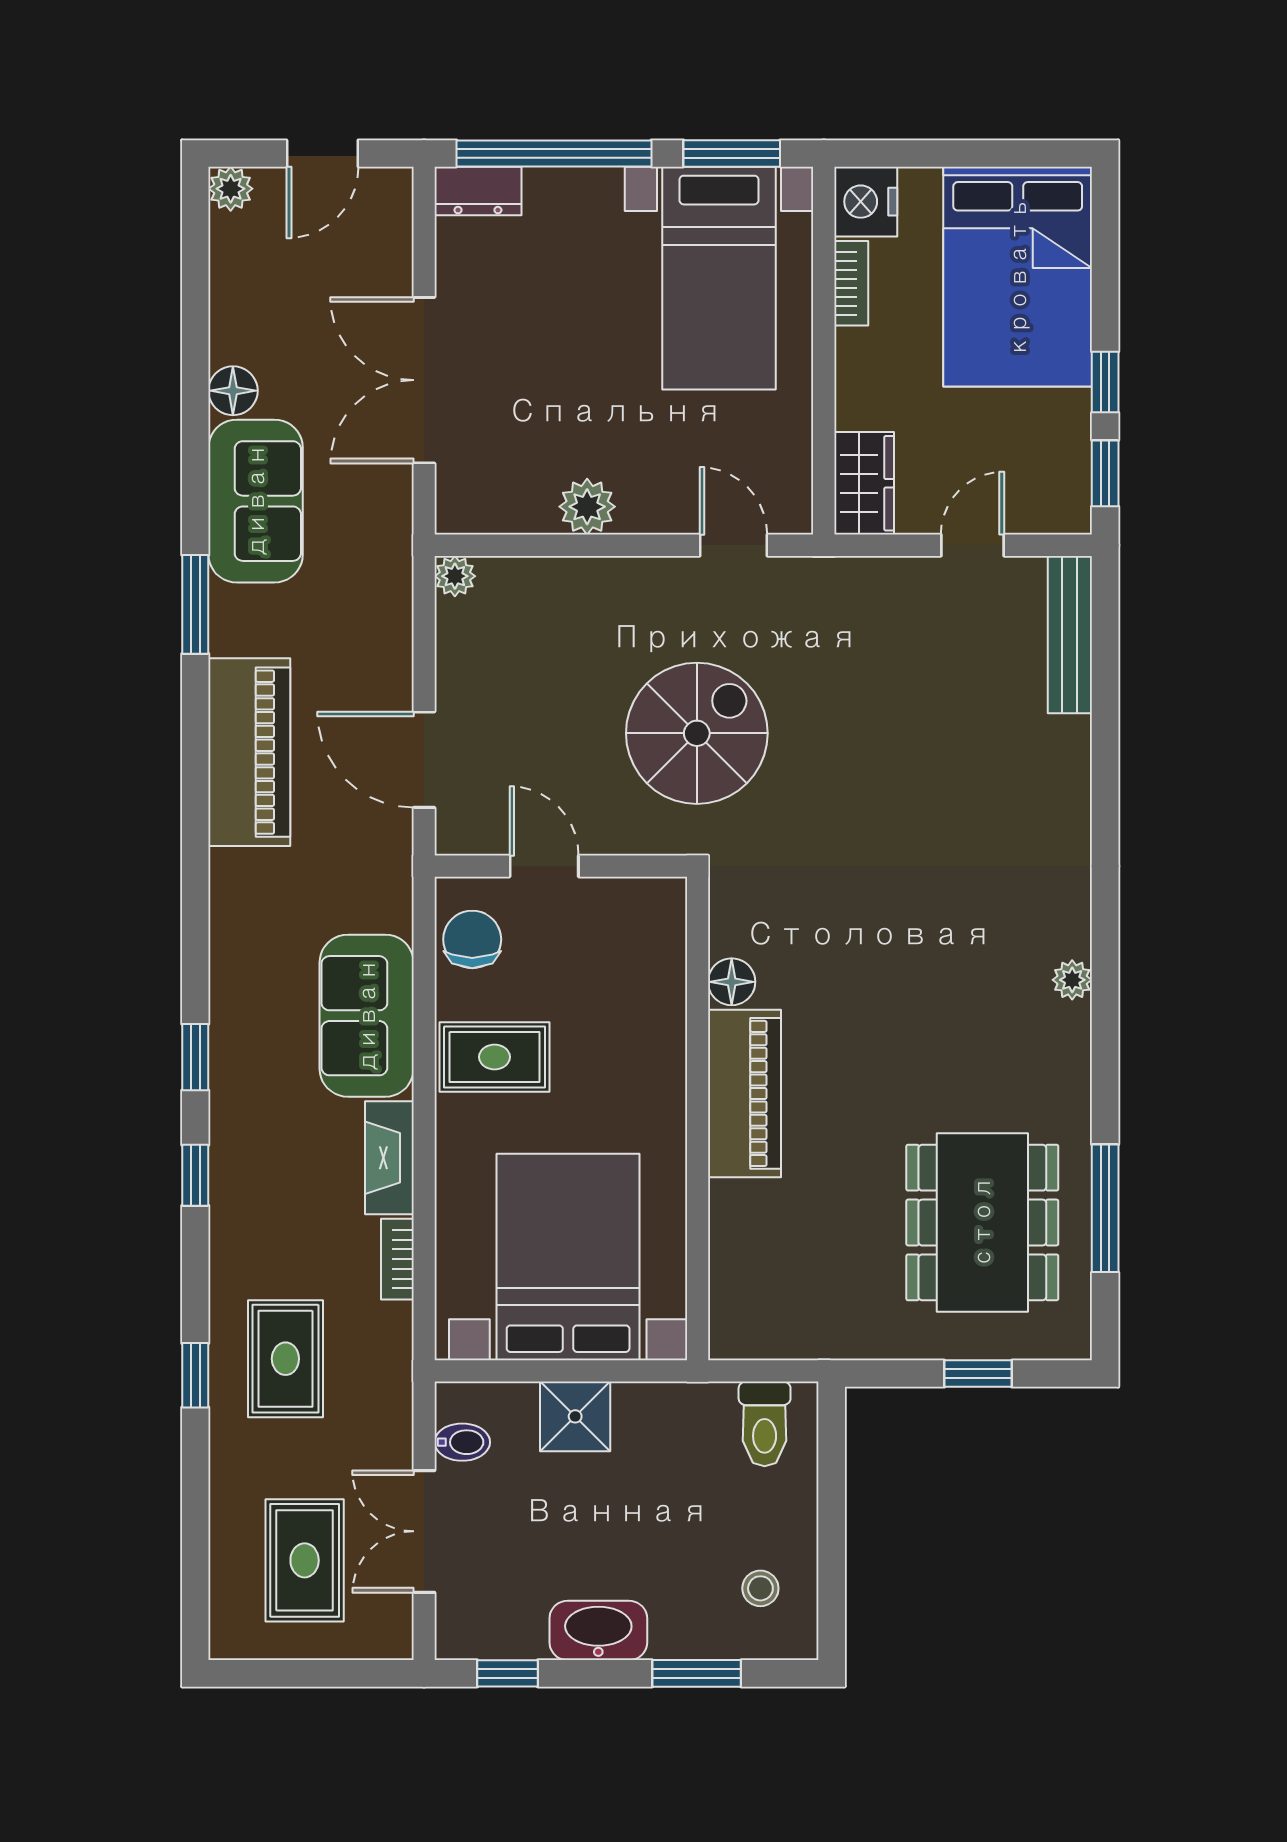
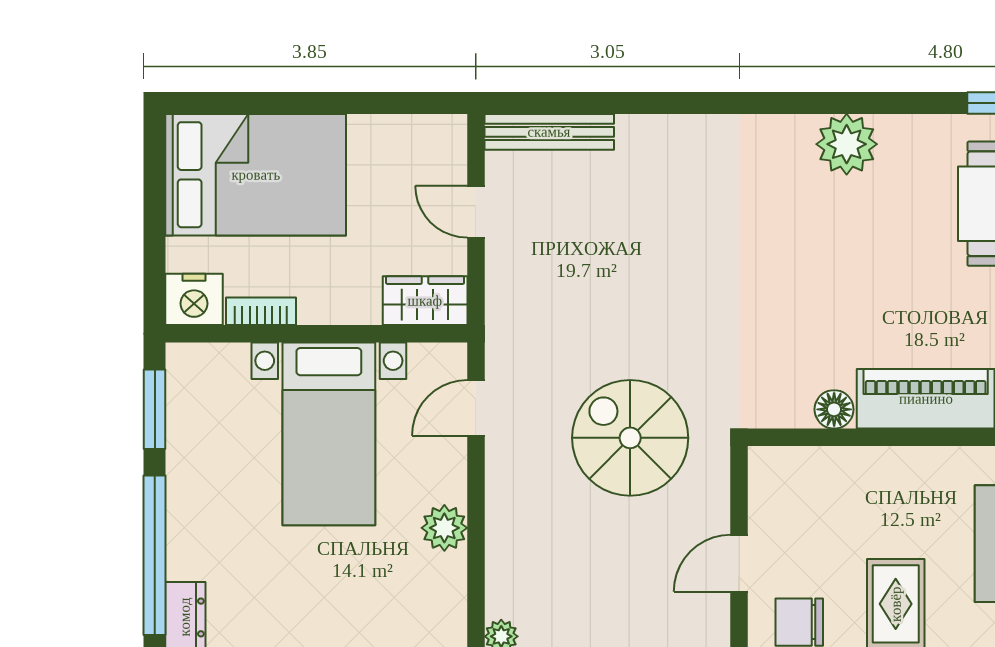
bed with nightstands: (719, 278) -> (329, 434), moved, turned 90
window: (1105, 382) -> (342, 103), removed
window: (1105, 473) -> (417, 103), removed
plant: (1072, 980) -> (847, 144), width x1.88, depth x1.88

